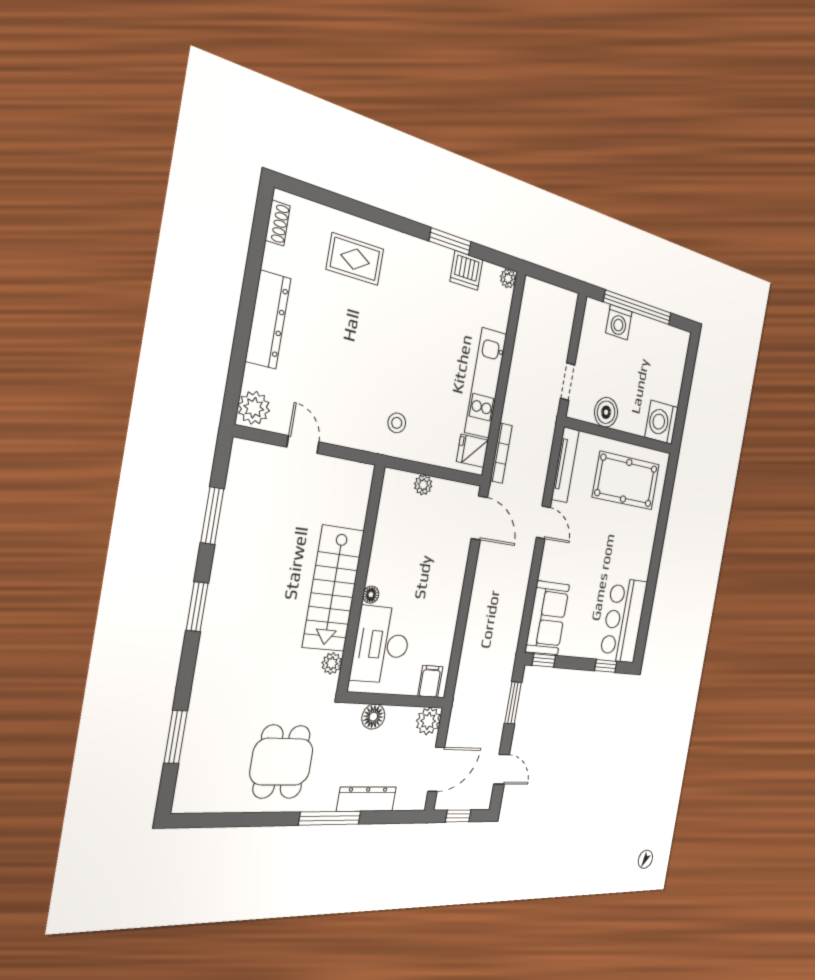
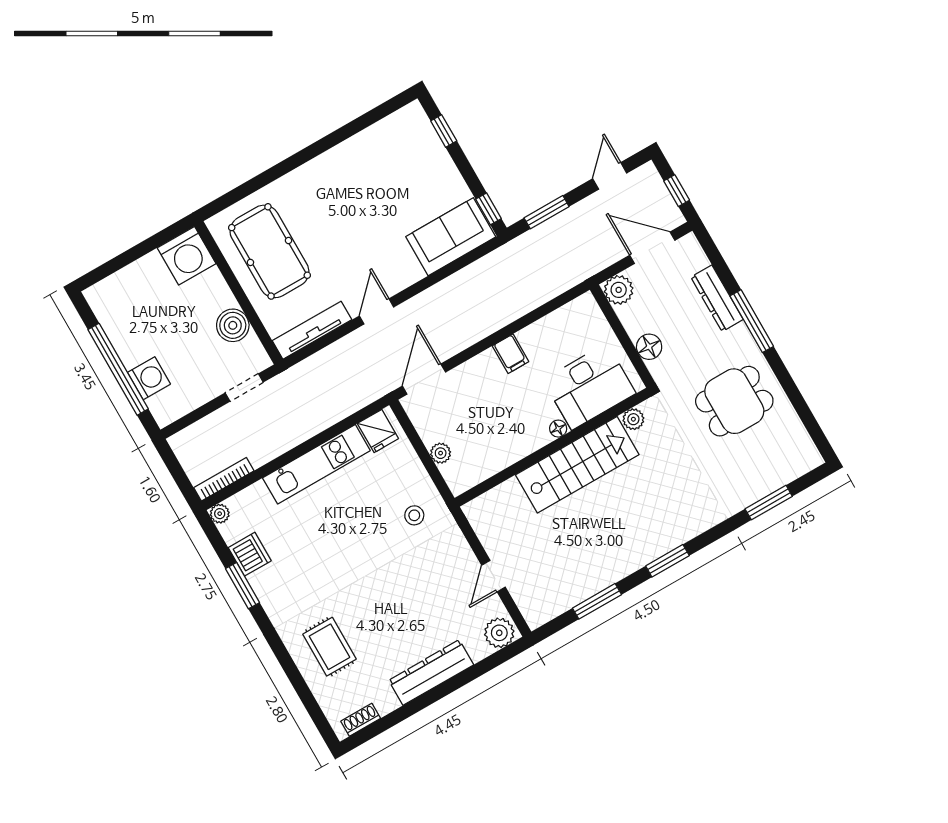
bookcase: (501, 453) -> (224, 479), moved
bar counter: (624, 620) -> (389, 145), removed
filing cabinet: (430, 681) -> (511, 354), moved, turned -90

